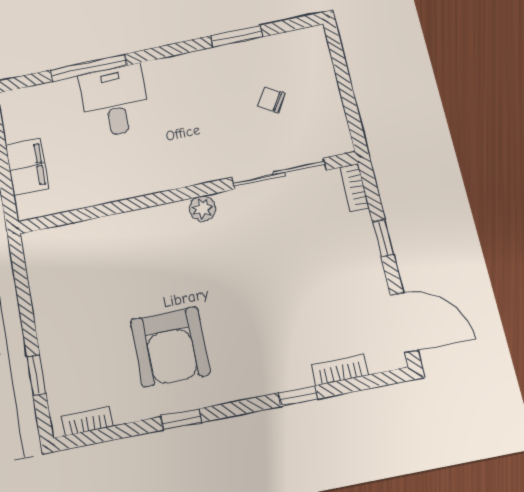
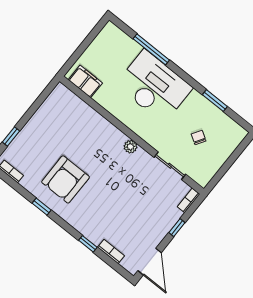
desk: (115, 101) -> (154, 86), width x1.87, depth x1.30
filing cabinet: (27, 167) -> (85, 81), moved, turned -90
sliding door: (279, 174) -> (170, 166), width x0.73

